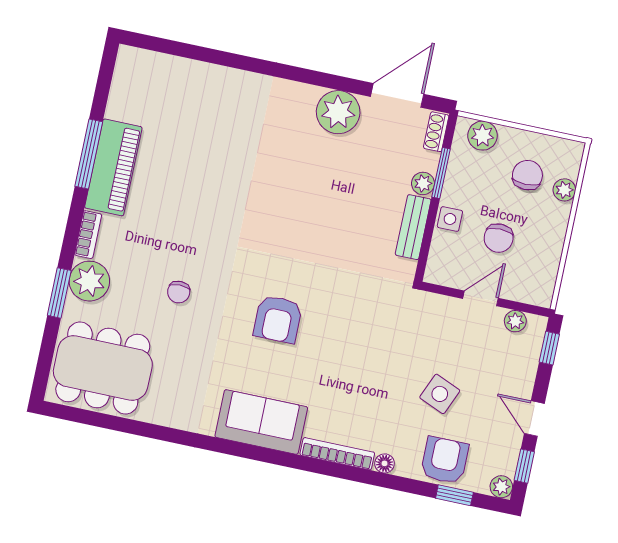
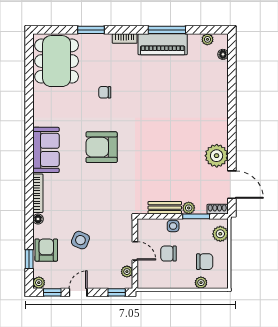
floor lamp: (155, 61) -> (223, 54), added
plant: (89, 281) -> (207, 39), moved, width x0.53, depth x0.53
armchair: (278, 319) -> (102, 147), width x1.36, depth x1.36
armchair: (445, 460) -> (46, 250), turned -90

